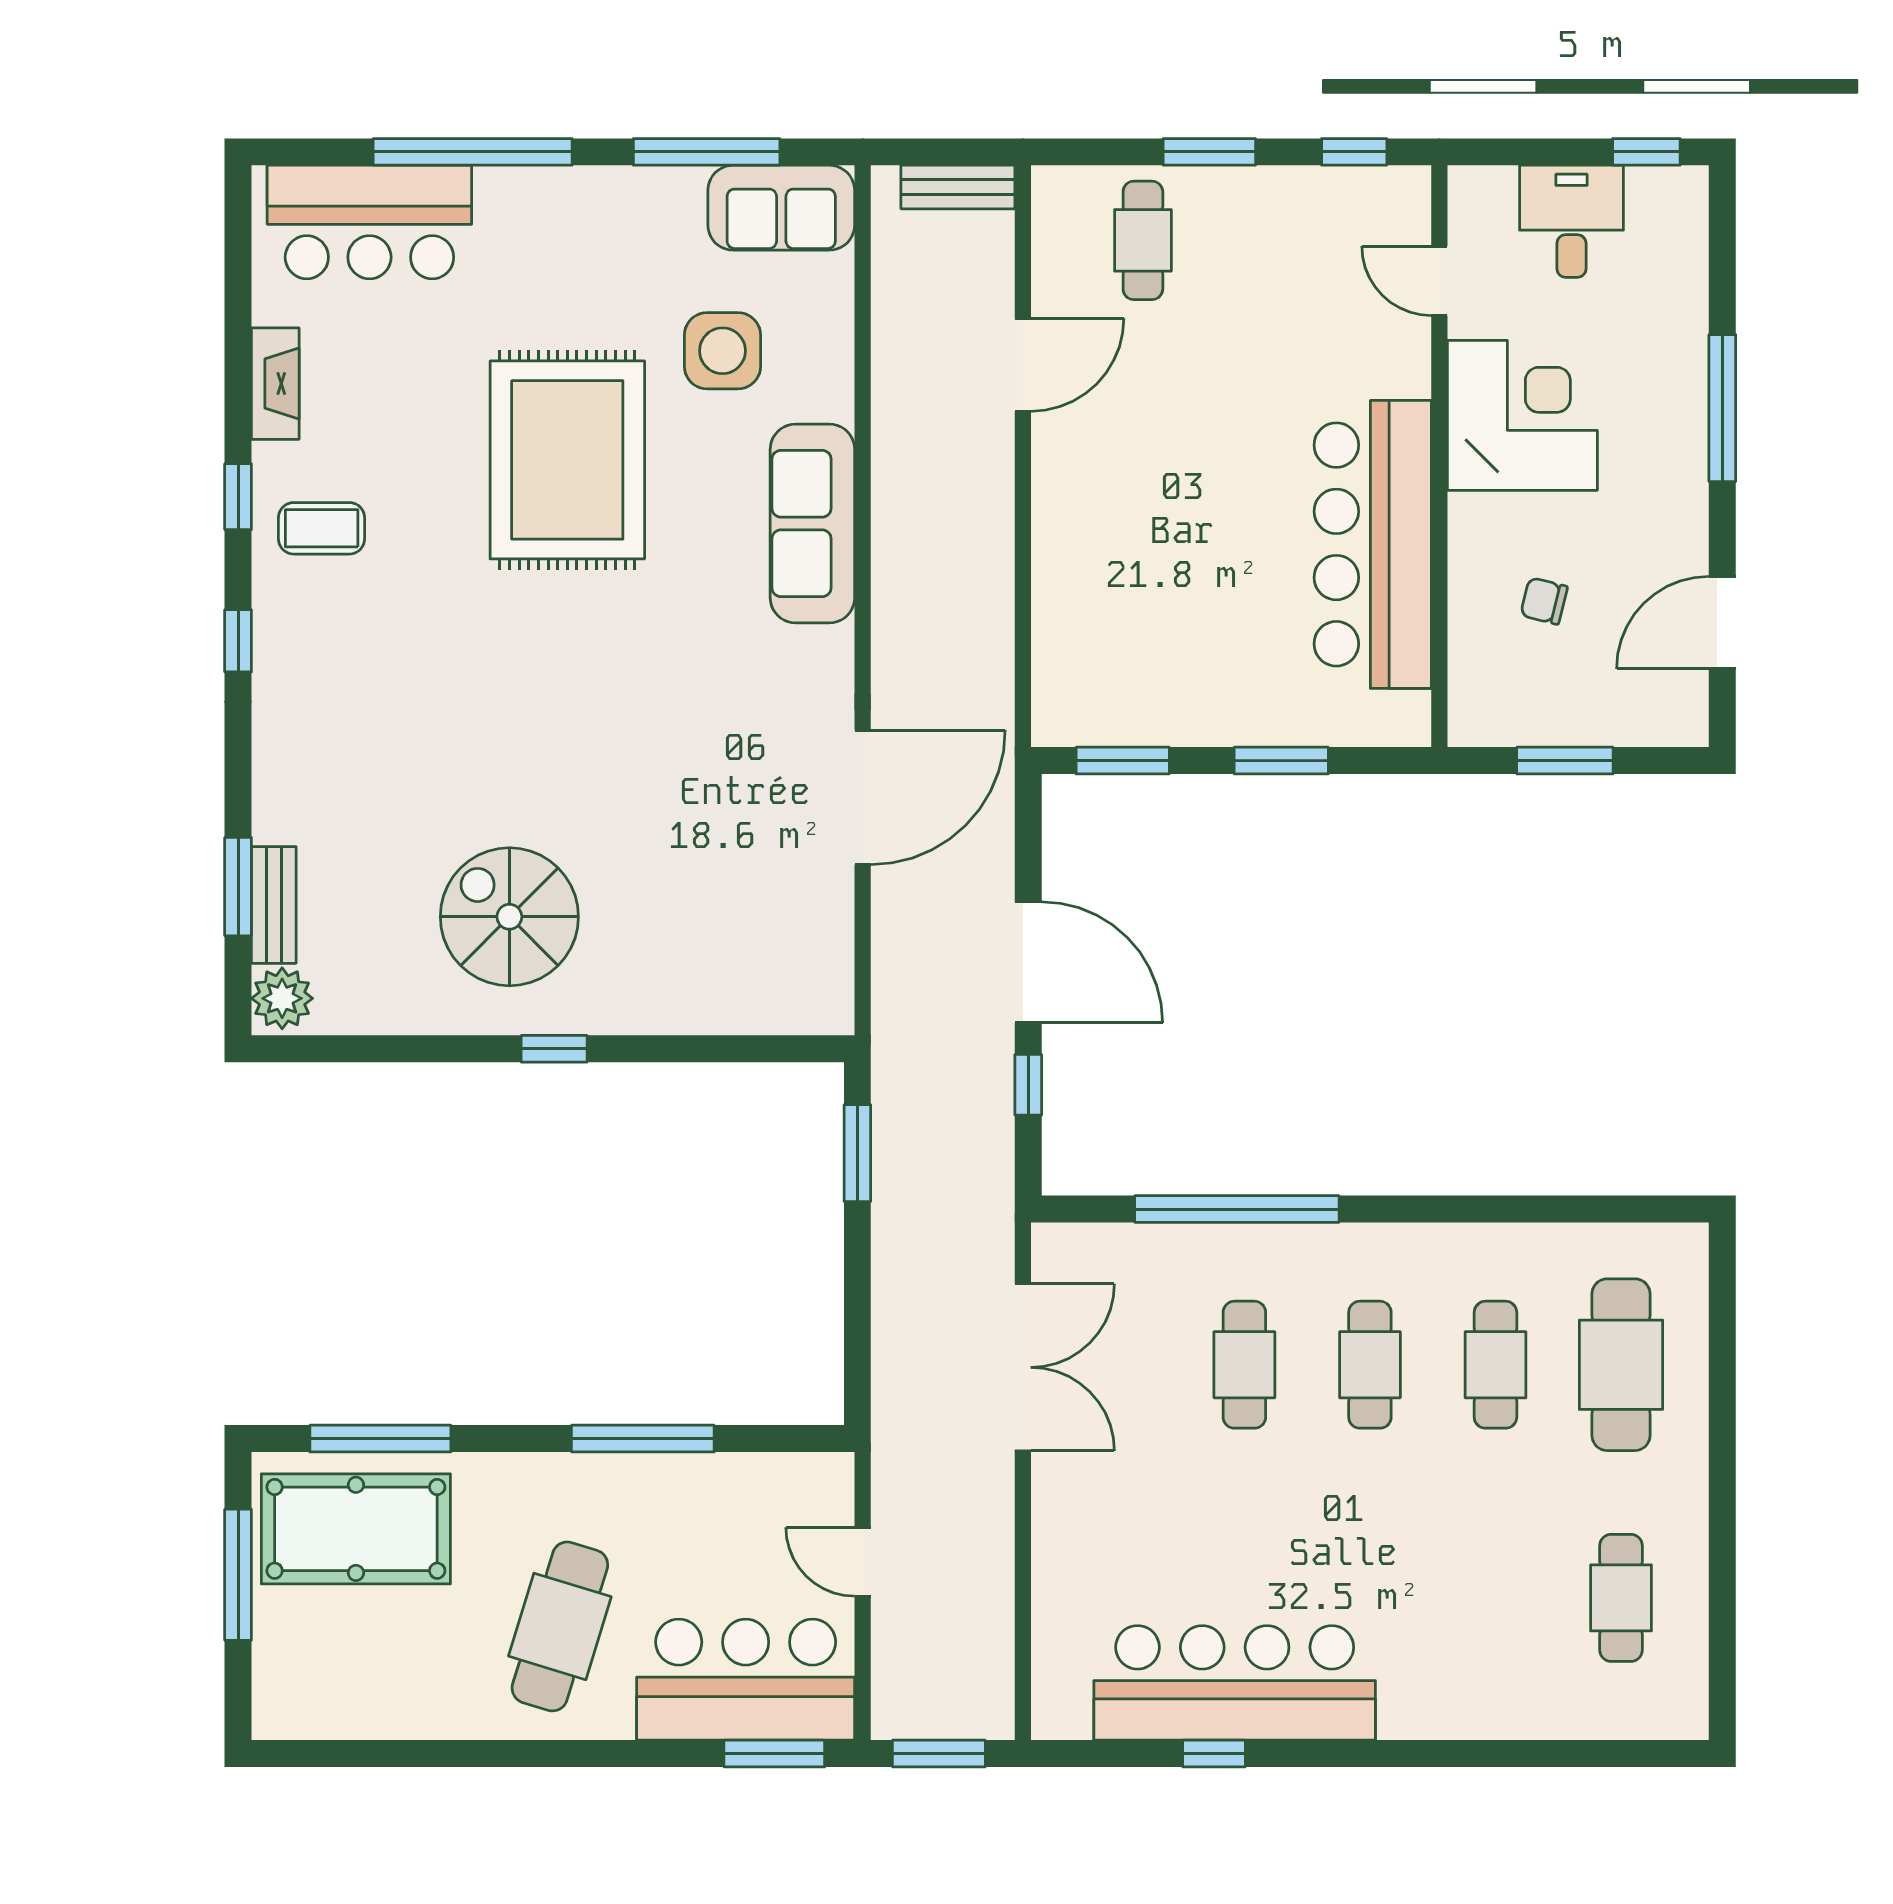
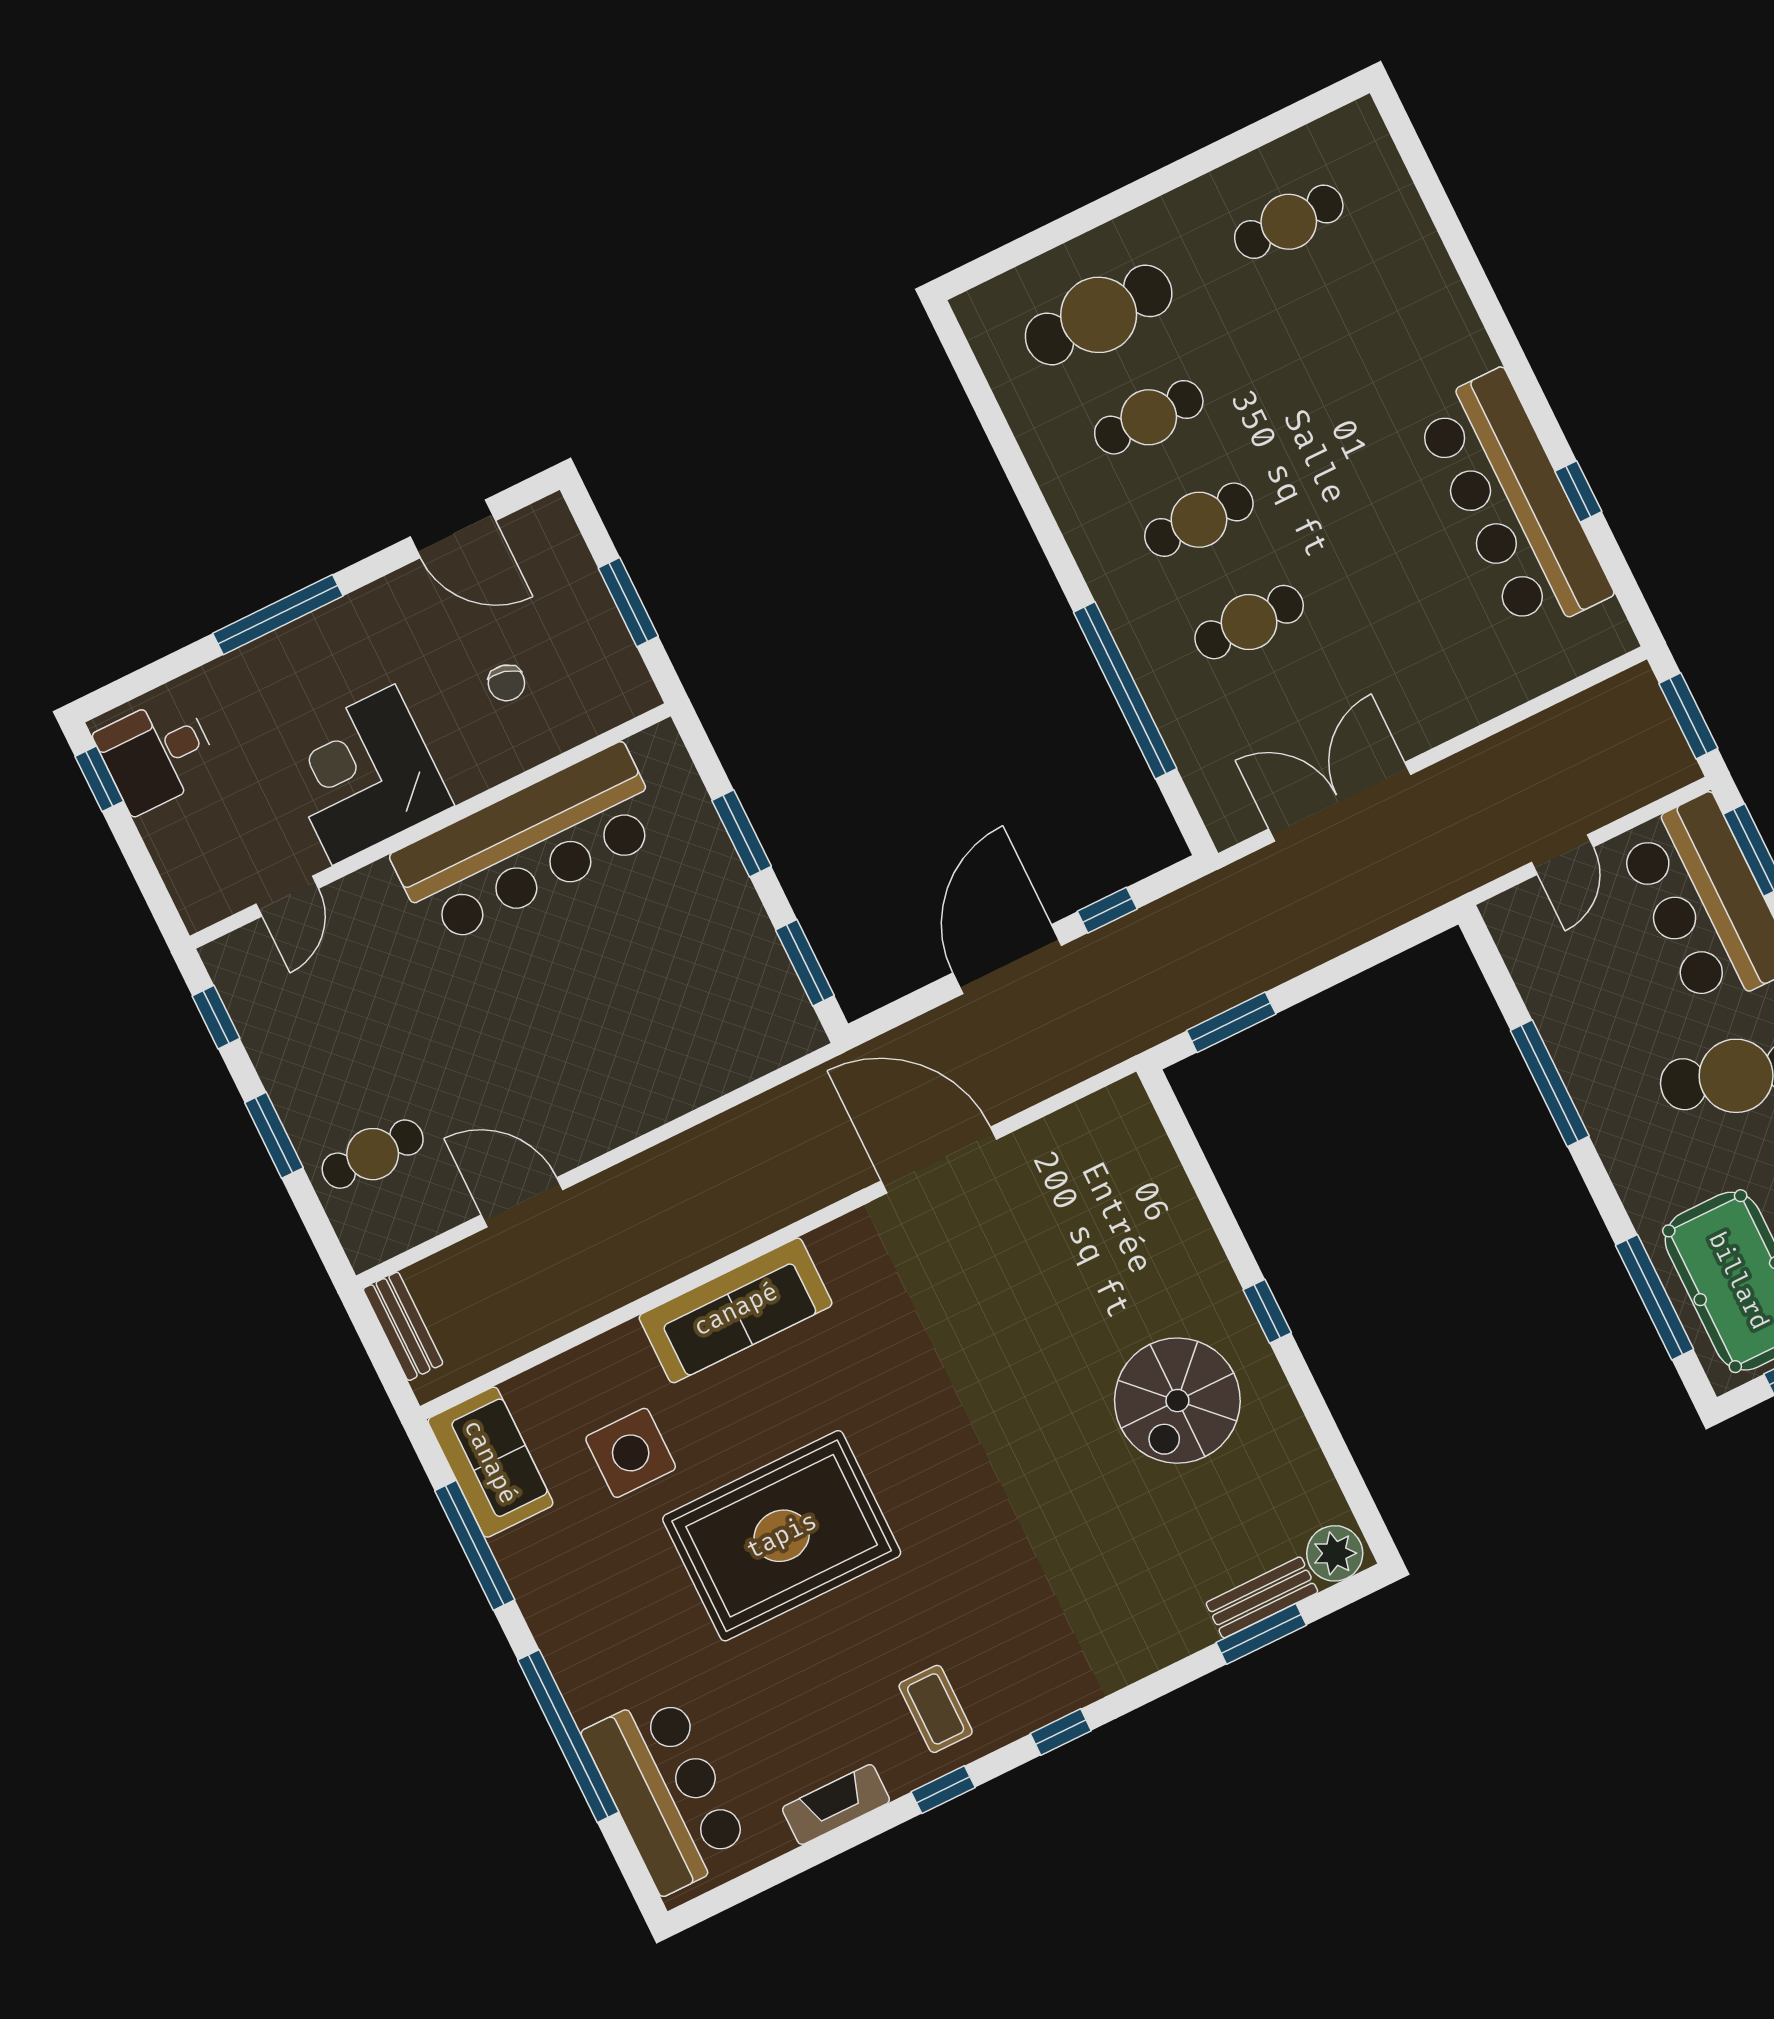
desk: (1571, 221) -> (157, 754), moved

